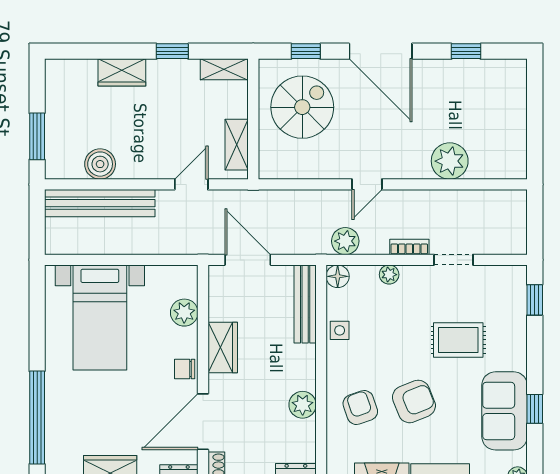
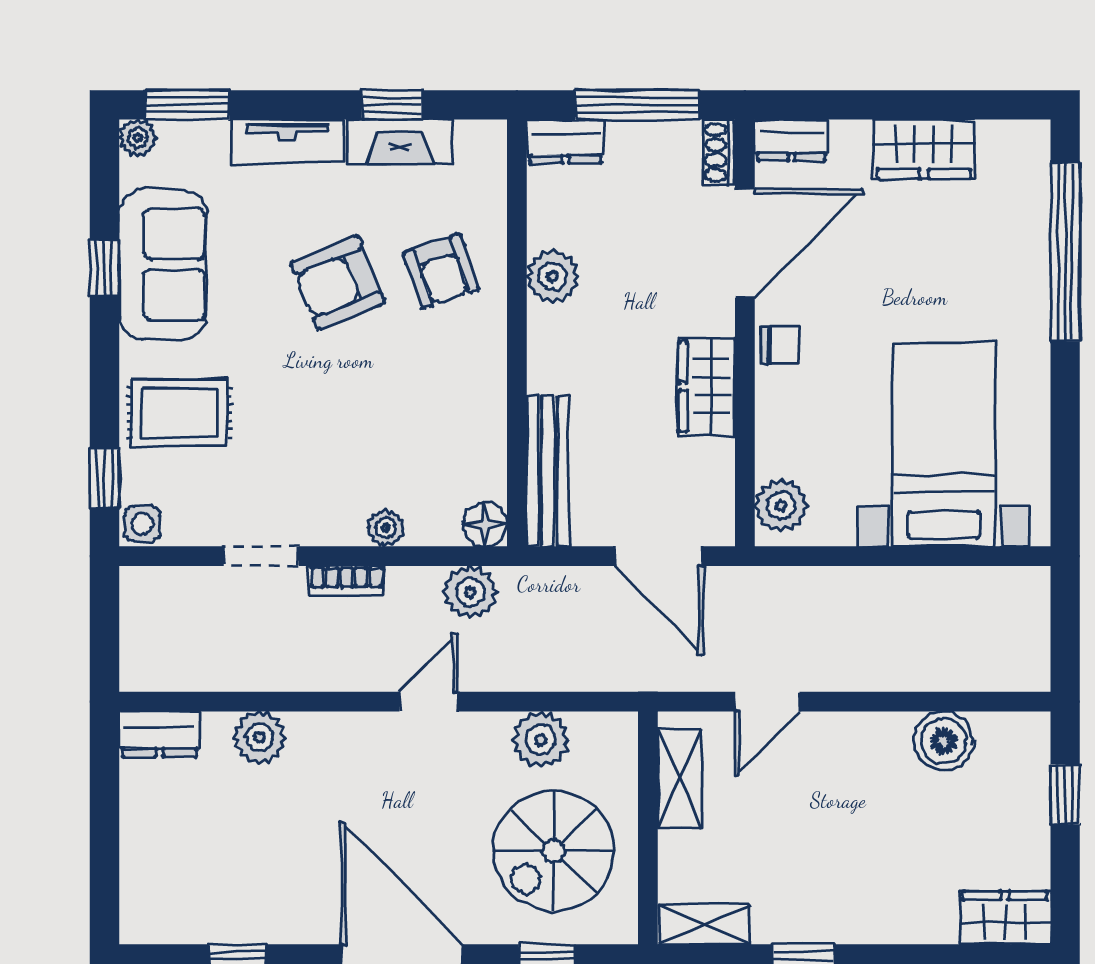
wardrobe: (122, 72) -> (1005, 918), moved
window: (37, 136) -> (1065, 794), width x0.67
plant: (450, 161) -> (259, 737), width x0.73, depth x0.73
plant: (309, 165) -> (540, 740), added
dresser: (506, 168) -> (159, 734), added
bench: (100, 203) -> (944, 666), removed
plant: (184, 313) -> (781, 506), moved
side table: (340, 330) -> (142, 524), moved
rug: (458, 340) -> (180, 413), moved

